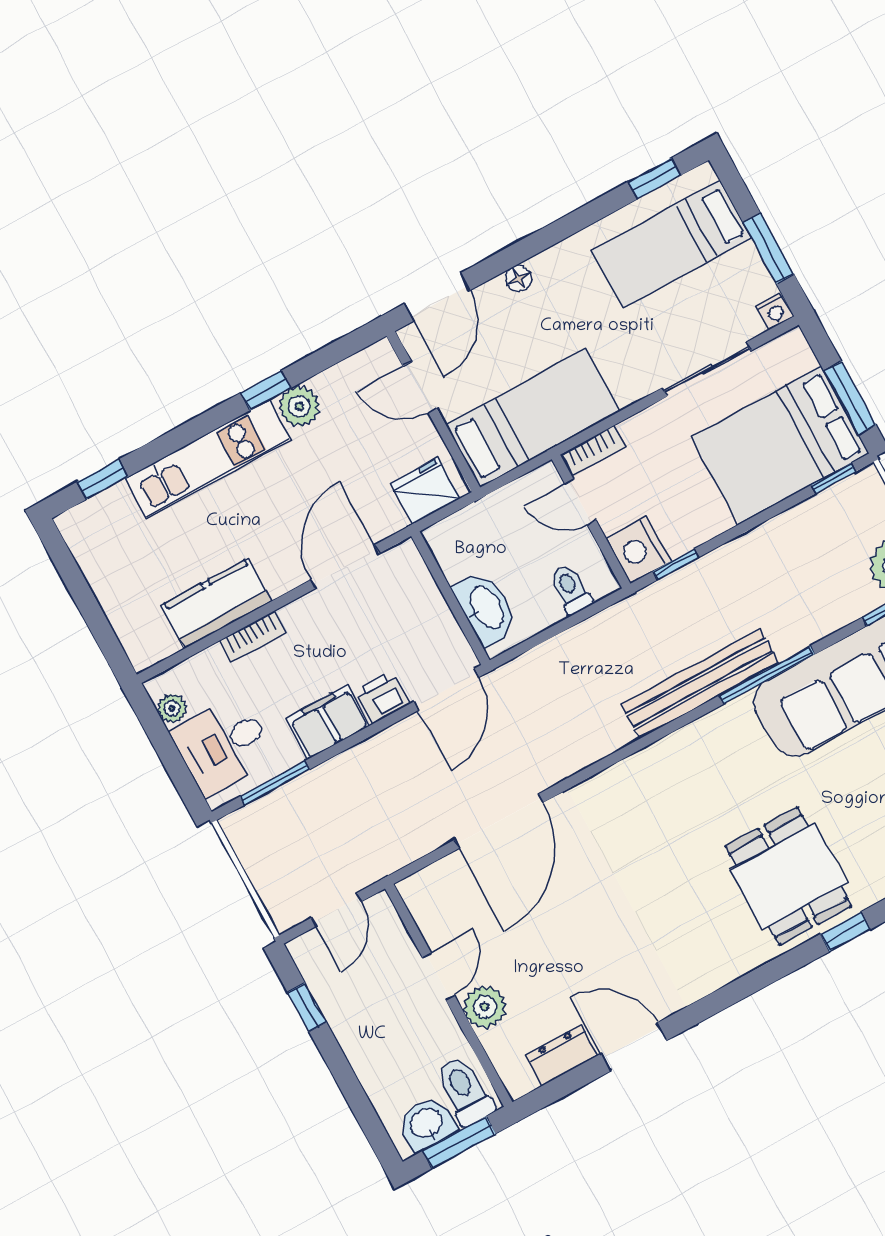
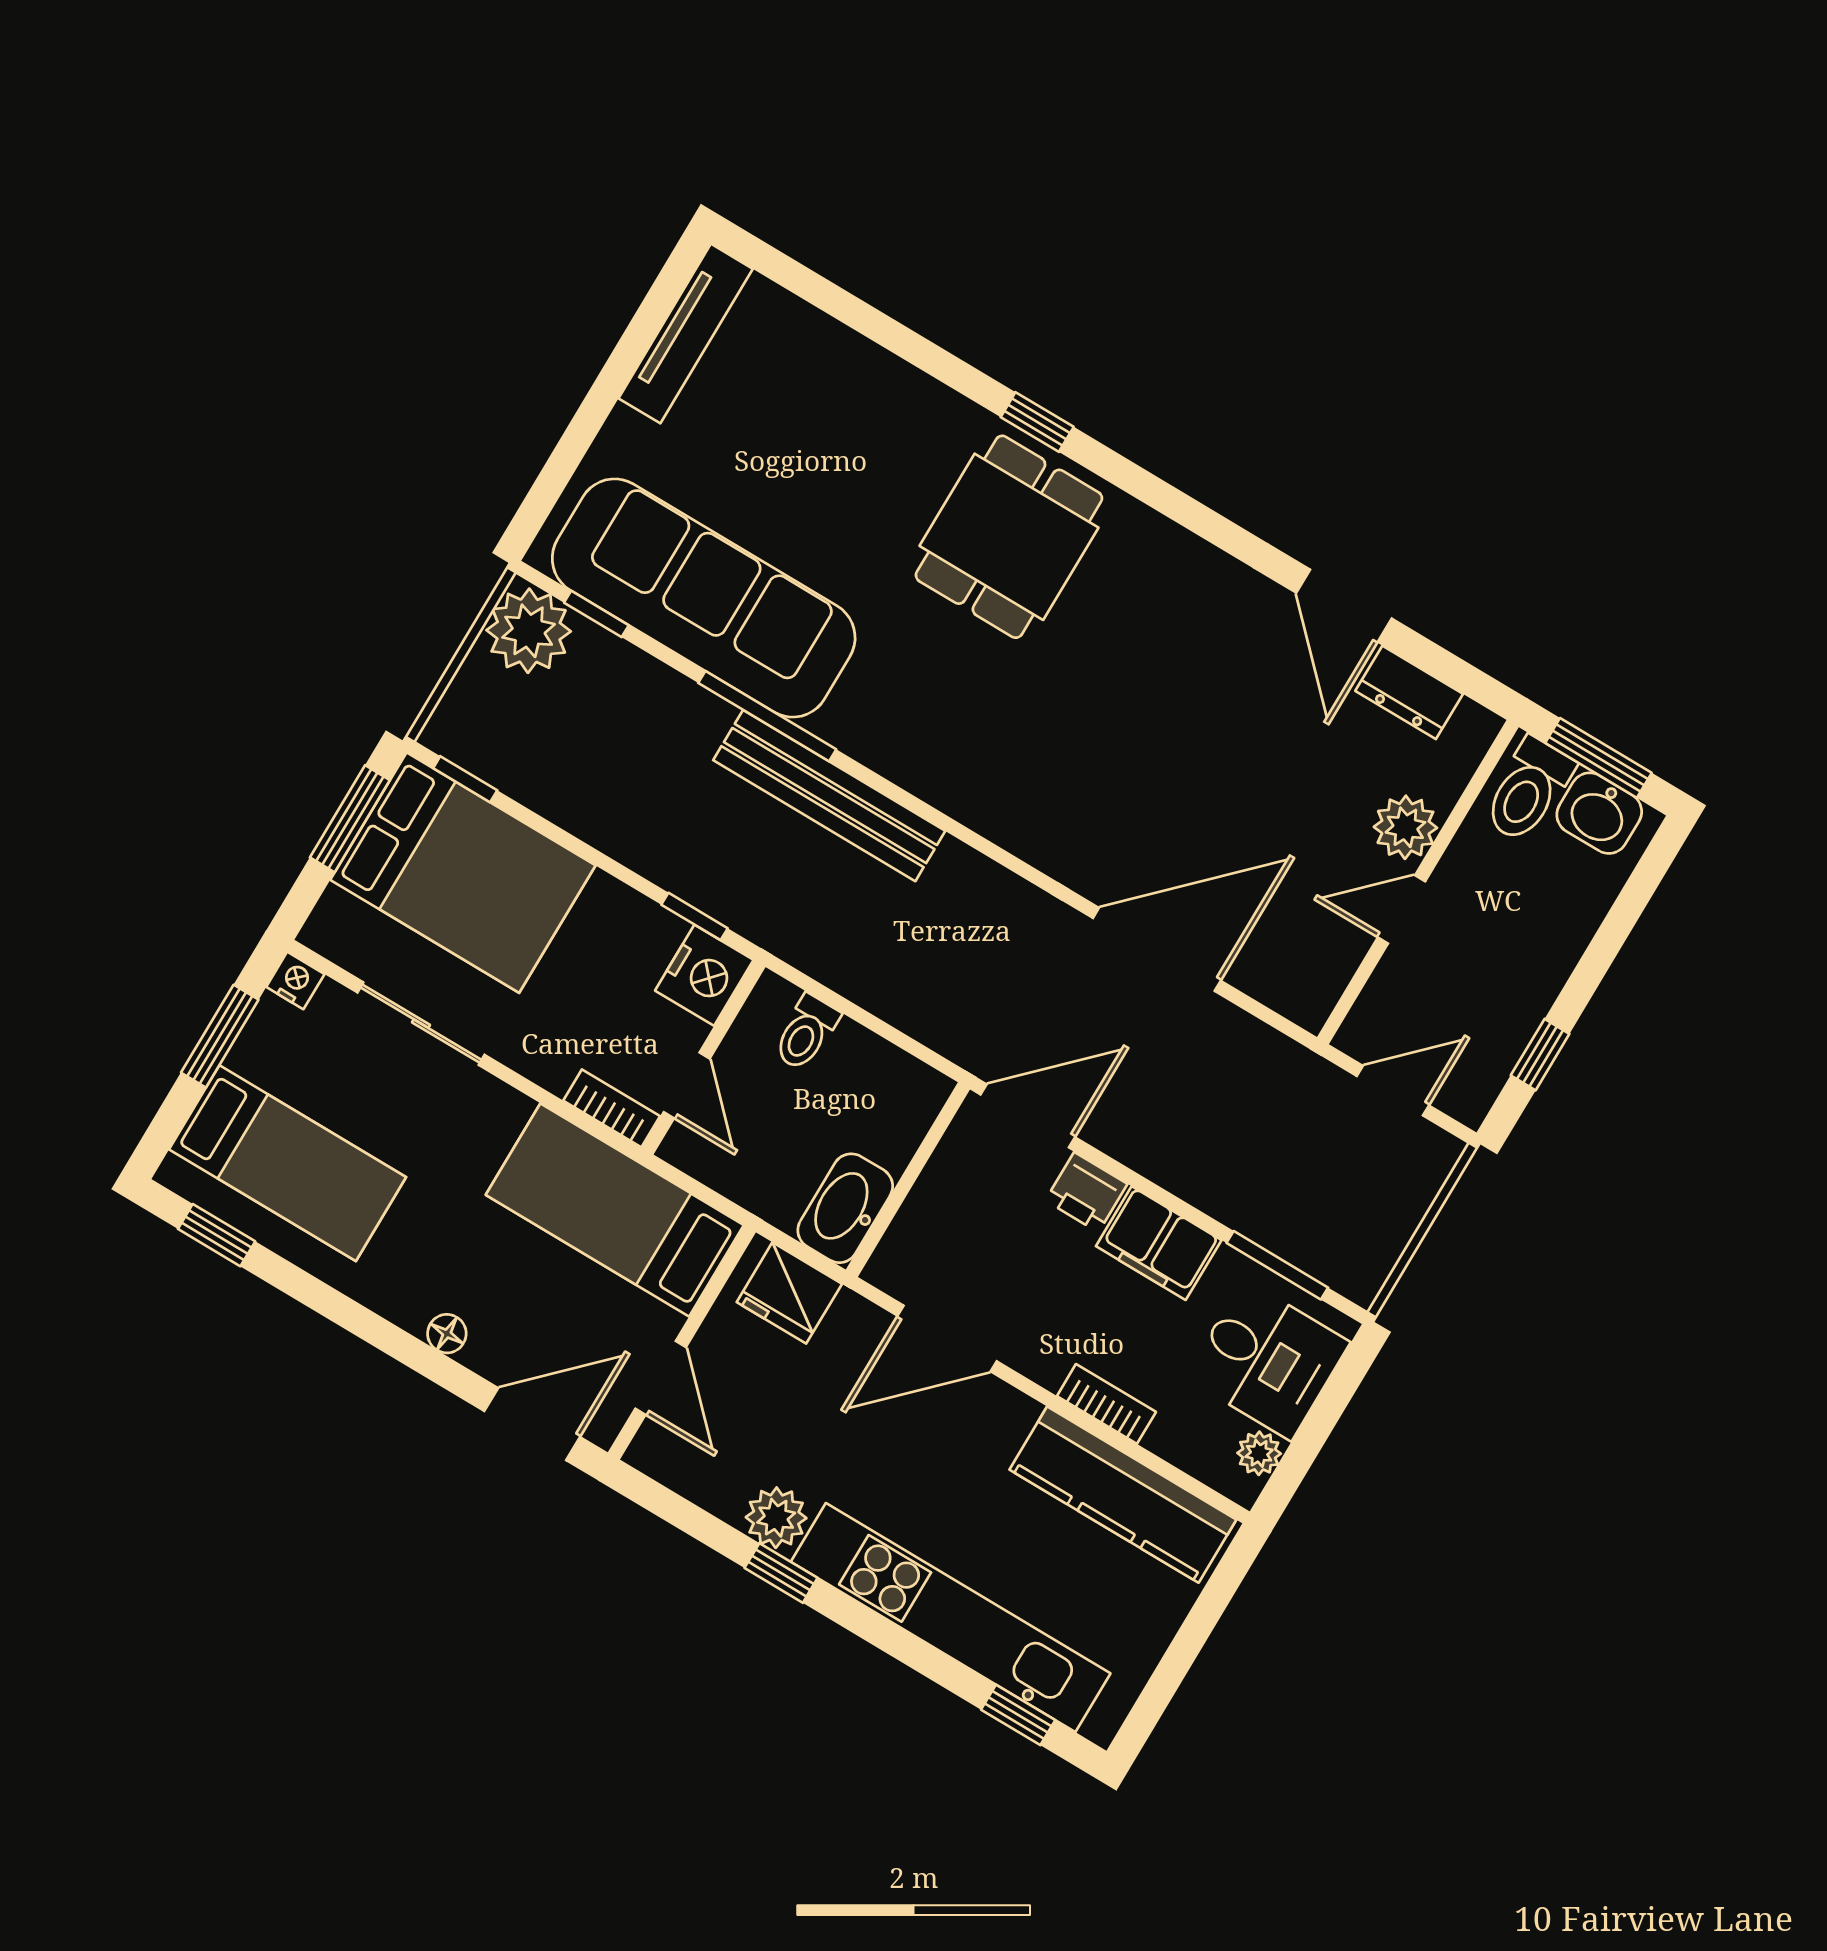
kitchen unit: (208, 459) -> (951, 1618), width x1.36
kitchen counter: (216, 603) -> (1123, 1495), width x1.50
washbasin: (486, 608) -> (845, 1208), moved

